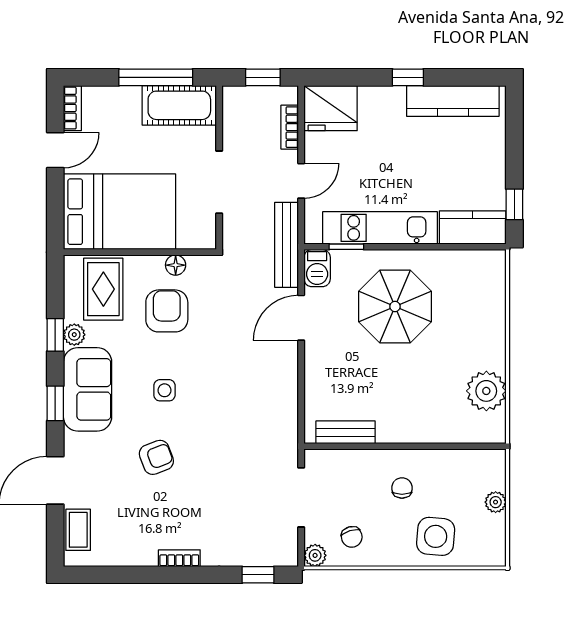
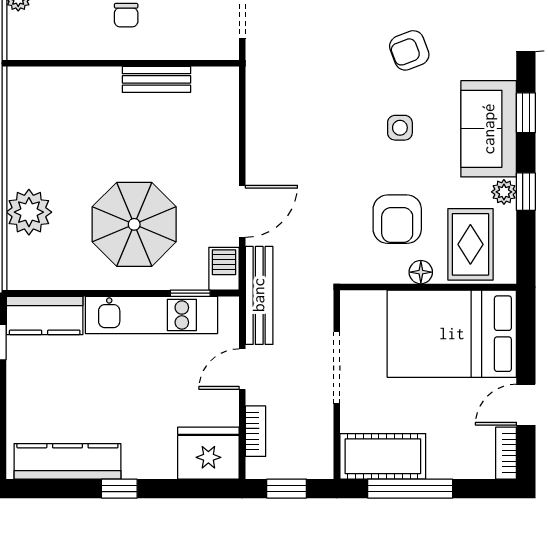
floor lamp: (176, 265) -> (421, 272), moved
plant: (486, 391) -> (29, 212), moved
bench: (346, 432) -> (156, 79), moved

